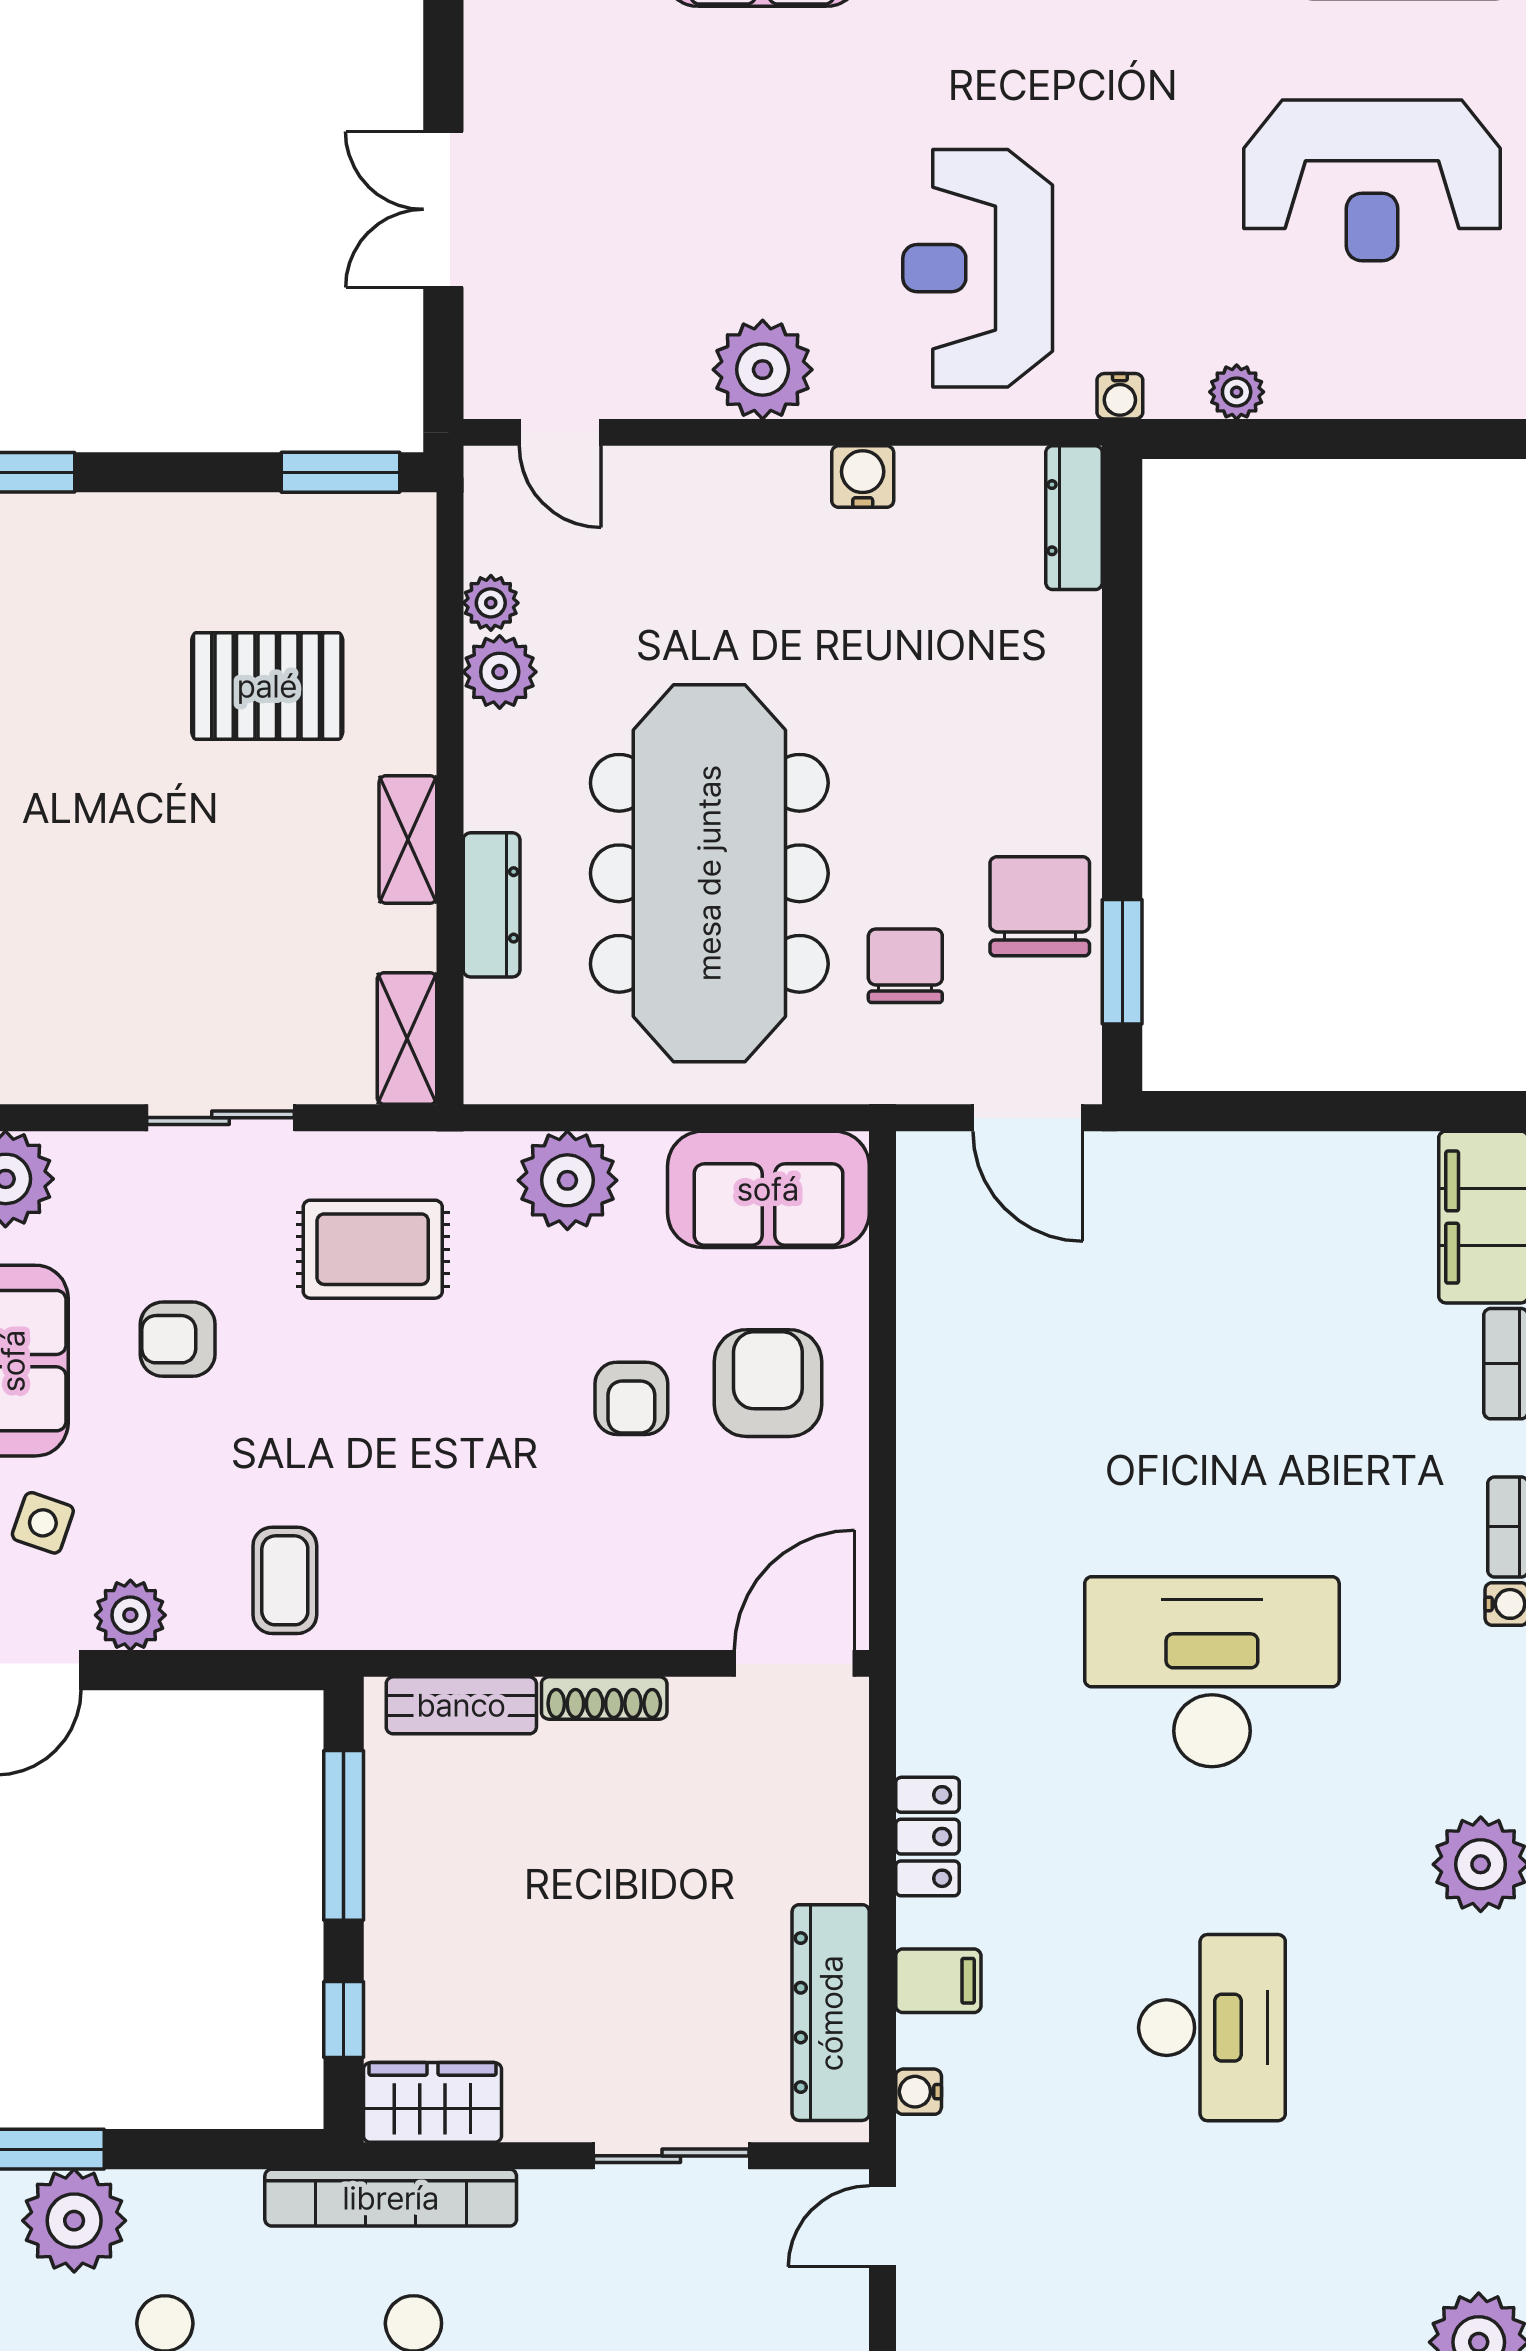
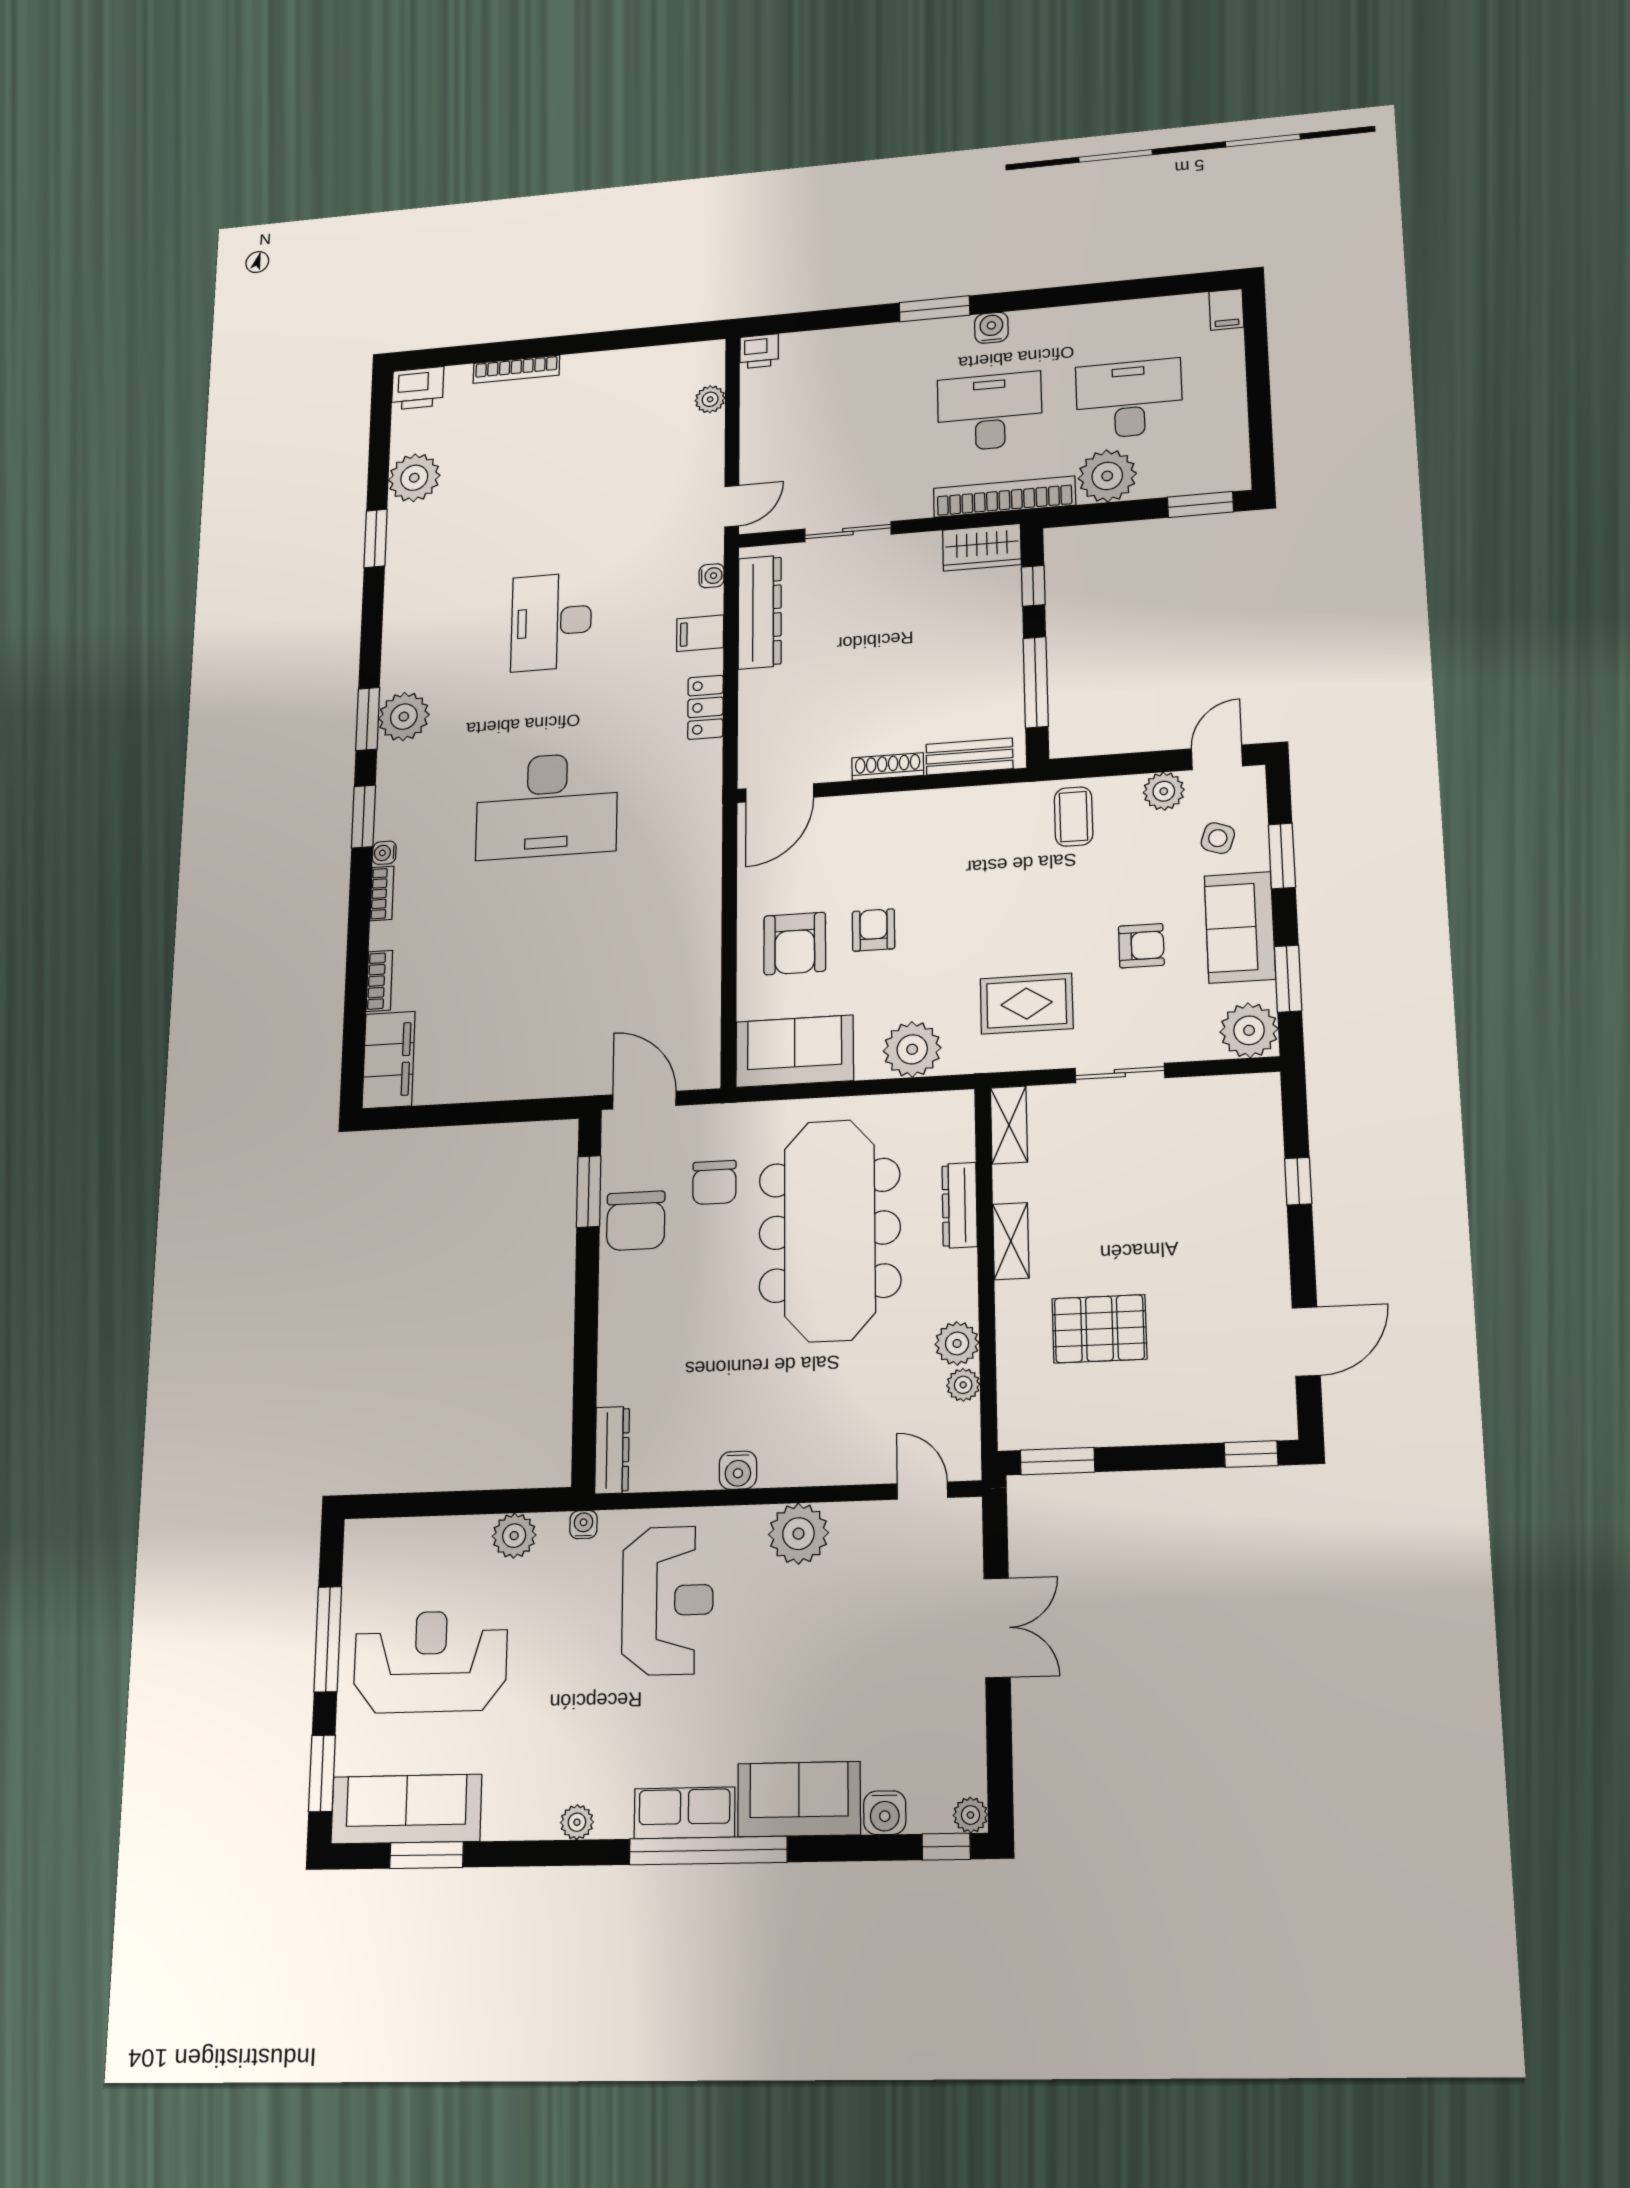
plant: (1237, 392) -> (514, 1536), width x1.38, depth x1.38
plant: (74, 2221) -> (1107, 476), moved

